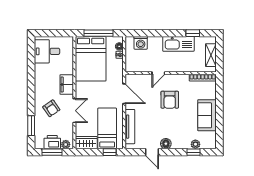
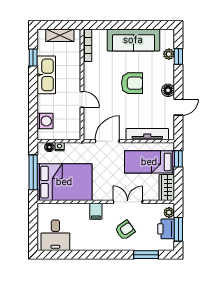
filing cabinet: (67, 84) -> (96, 211), width x0.50
armchair: (170, 100) -> (132, 83), moved
sofa: (207, 115) -> (133, 40), width x1.36

